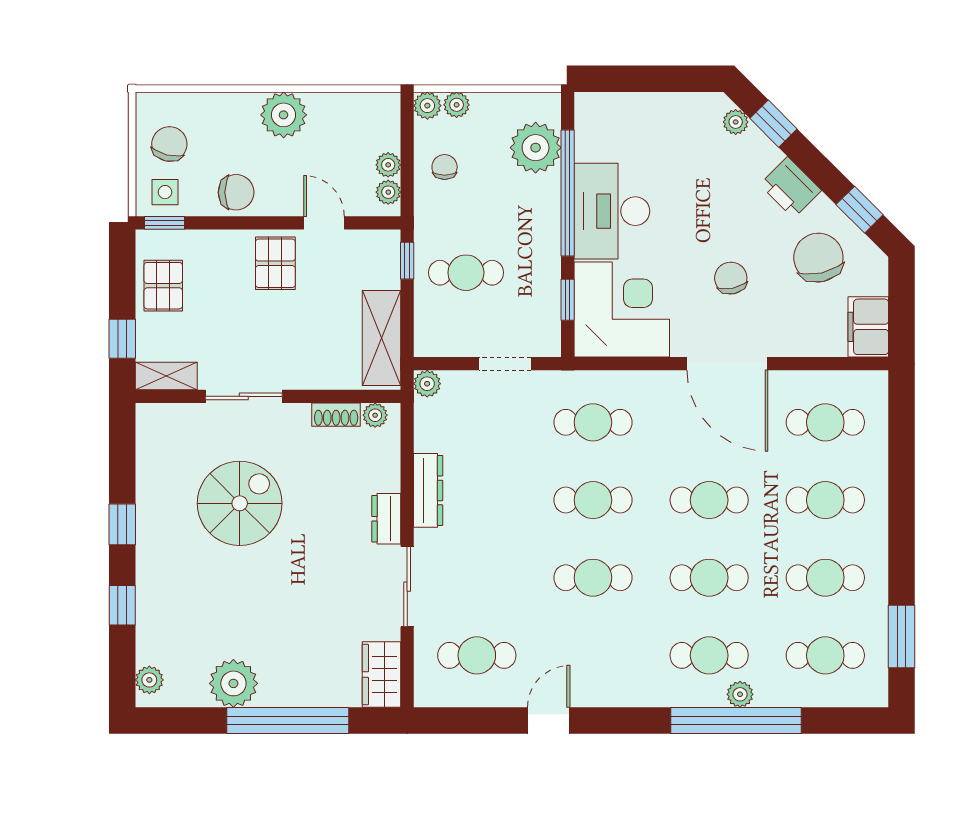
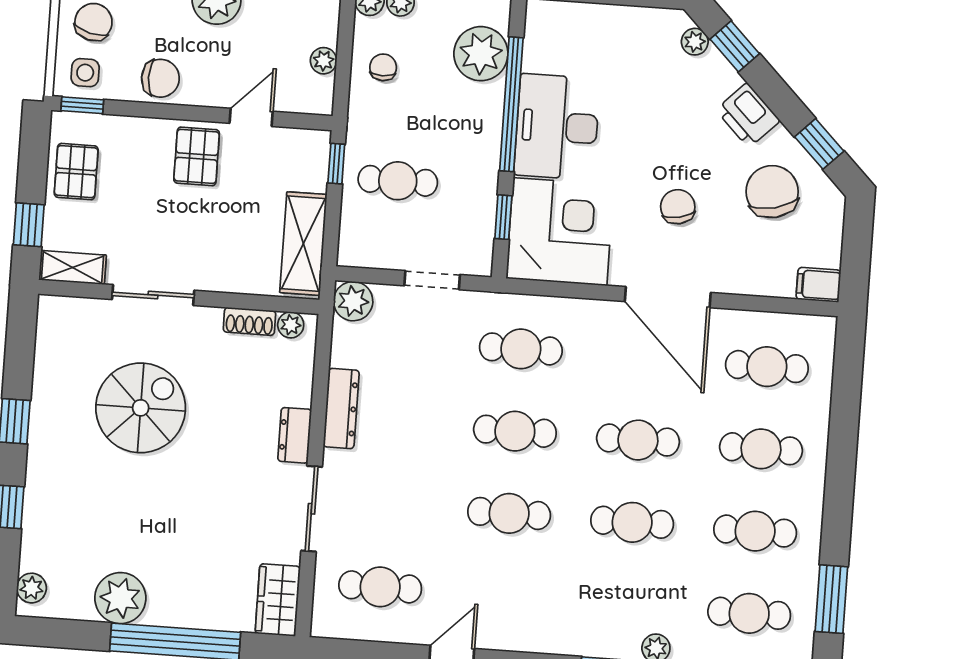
plant: (388, 192) -> (322, 90), removed
door: (324, 223) -> (251, 117), hinge flipped
filing cabinet: (868, 327) -> (818, 285), width x0.50
plant: (427, 384) -> (353, 301), width x1.38, depth x1.38
cafe table: (709, 655) -> (626, 605), removed

